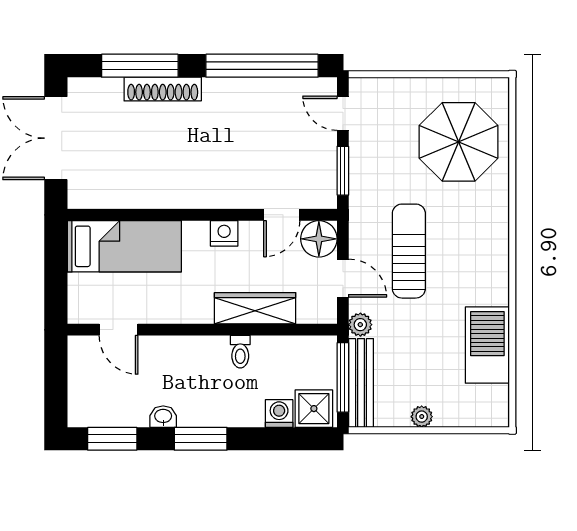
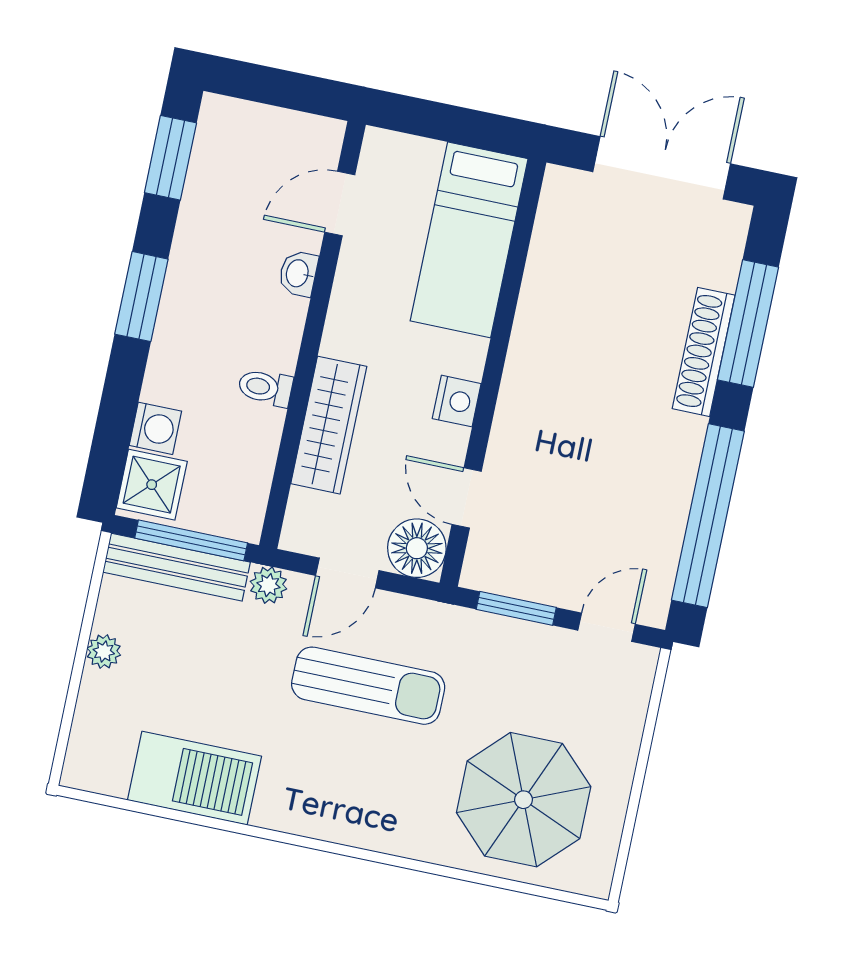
washbasin: (163, 417) -> (298, 273), moved, turned 180

